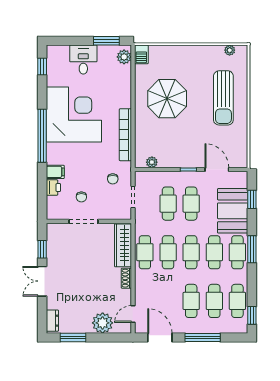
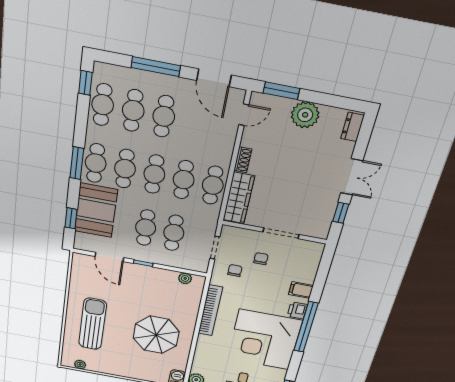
printer: (53, 188) -> (297, 310), moved
chair: (81, 197) -> (261, 259), moved
plant: (103, 323) -> (305, 115), moved
window: (73, 338) -> (281, 91), moved

